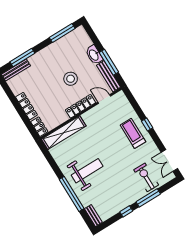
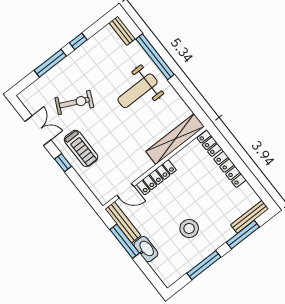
window: (62, 33) -> (204, 265), moved
stool: (71, 79) -> (189, 228), moved
double door: (169, 160) -> (38, 131), moved
exercise bike: (146, 177) -> (74, 103), moved, turned -64

